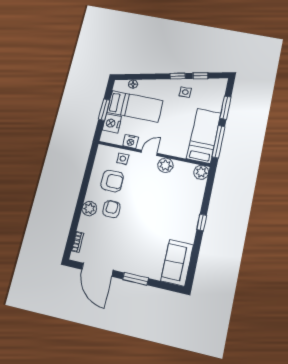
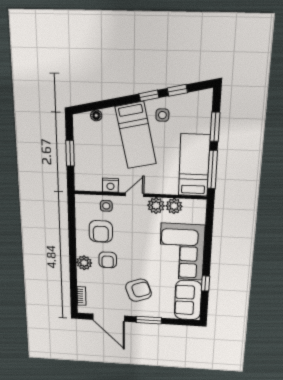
bed: (135, 106) -> (136, 135), moved, turned 78
nightstand: (112, 123) -> (84, 168), removed
plant: (201, 172) -> (174, 206), moved
armchair: (112, 181) -> (101, 231), turned 90
armchair: (111, 209) -> (108, 260), turned 180
corner sofa: (180, 212) -> (182, 252), added
window: (202, 222) -> (205, 283), moved
armchair: (133, 245) -> (138, 290), added

